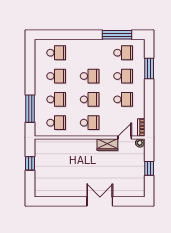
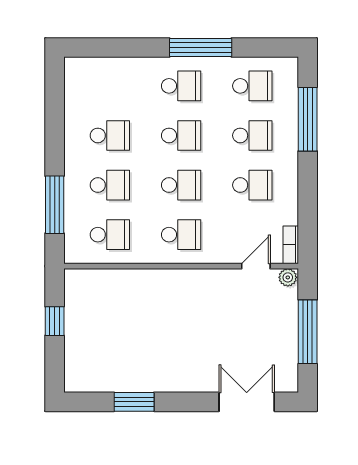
window: (117, 35) -> (201, 48), moved
school desk: (56, 53) -> (181, 86), moved
window: (149, 68) -> (308, 119), width x1.44
wardrobe: (107, 145) -> (219, 281), removed
window: (149, 168) -> (308, 332), width x2.17
window: (67, 201) -> (134, 402), added
double door: (100, 201) -> (247, 402), moved

